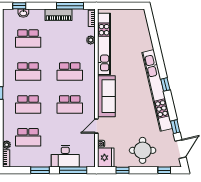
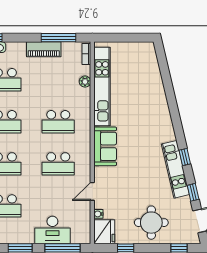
window: (165, 84) -> (185, 157), moved
kitchen unit: (157, 90) -> (175, 169), width x0.54
sofa: (106, 96) -> (105, 146), width x0.73

